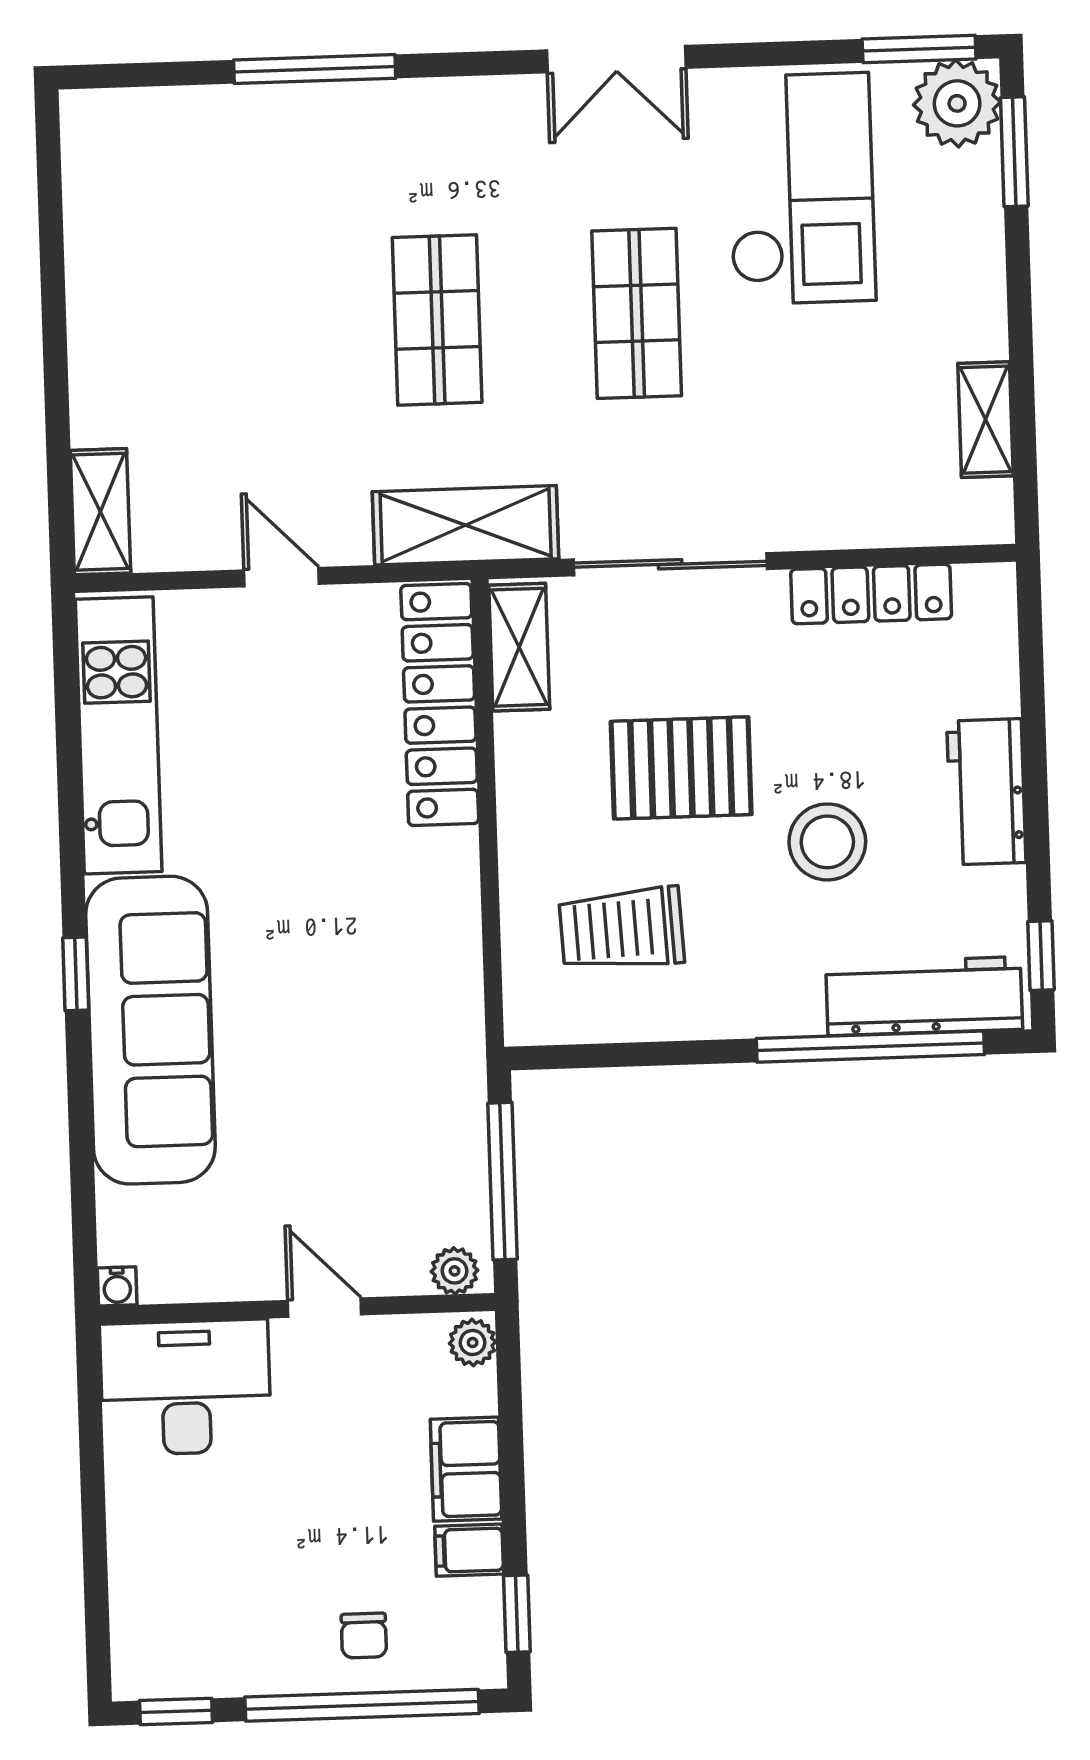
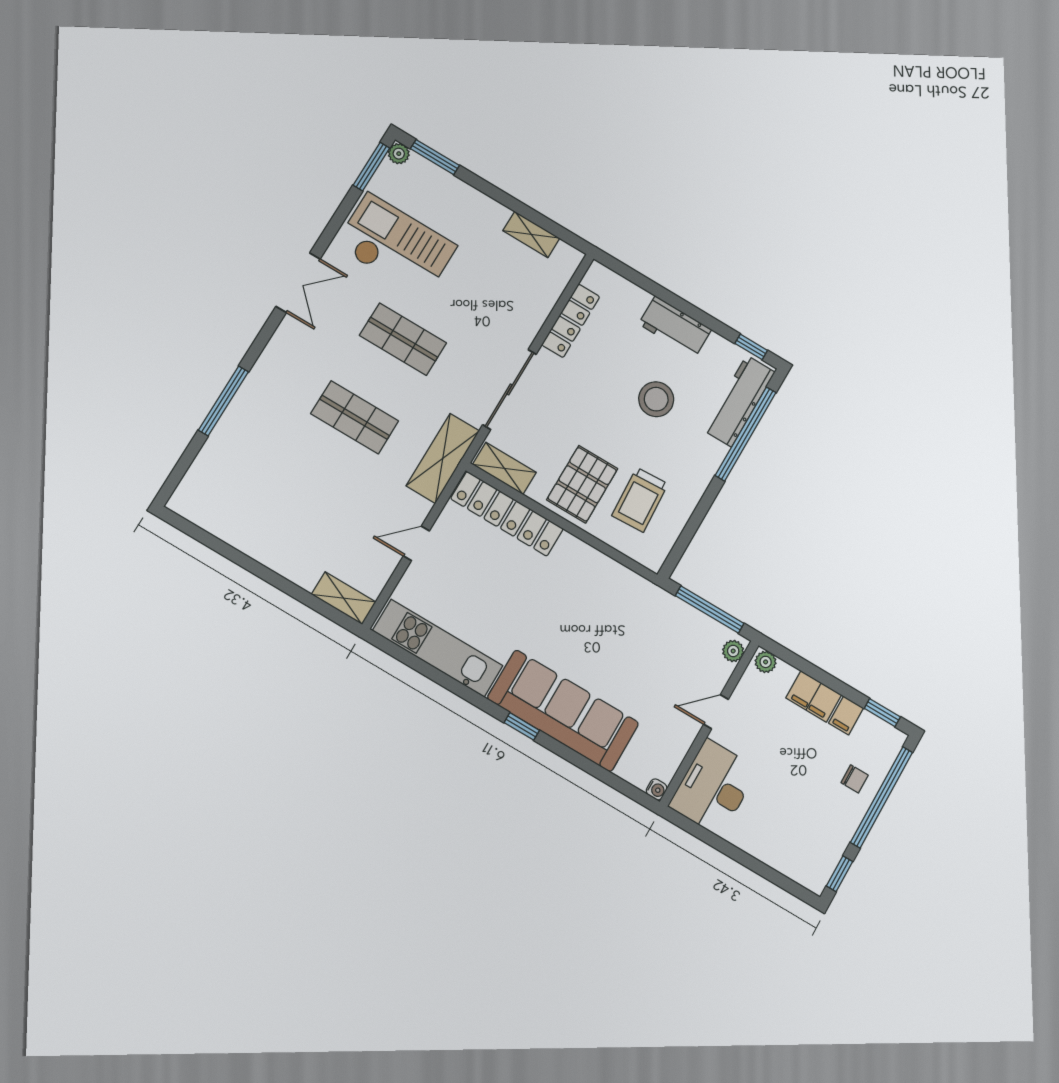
plant: (957, 103) -> (399, 154), width x0.53, depth x0.53
pallet: (681, 768) -> (582, 484), moved

